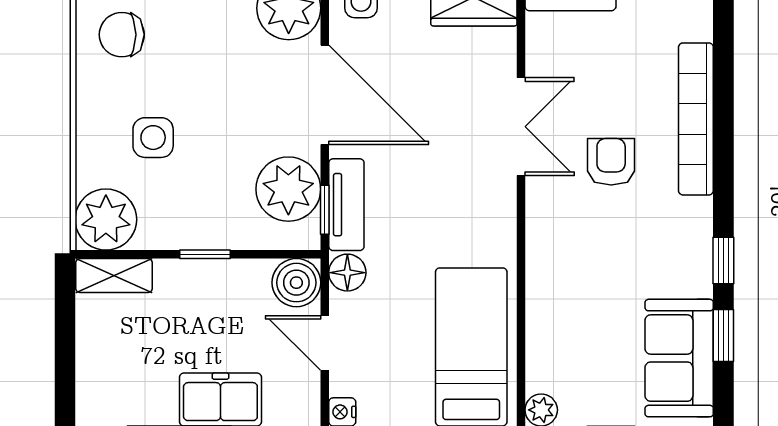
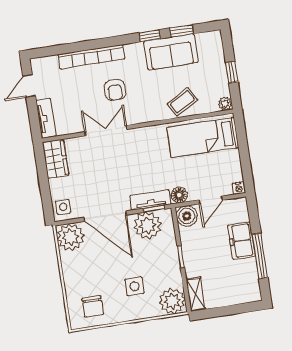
door: (325, 95) -> (105, 216), swing flipped
armchair: (611, 162) -> (115, 90), turned -90
coffee table: (561, 313) -> (182, 102), added
sofa: (679, 358) -> (171, 52), moved

